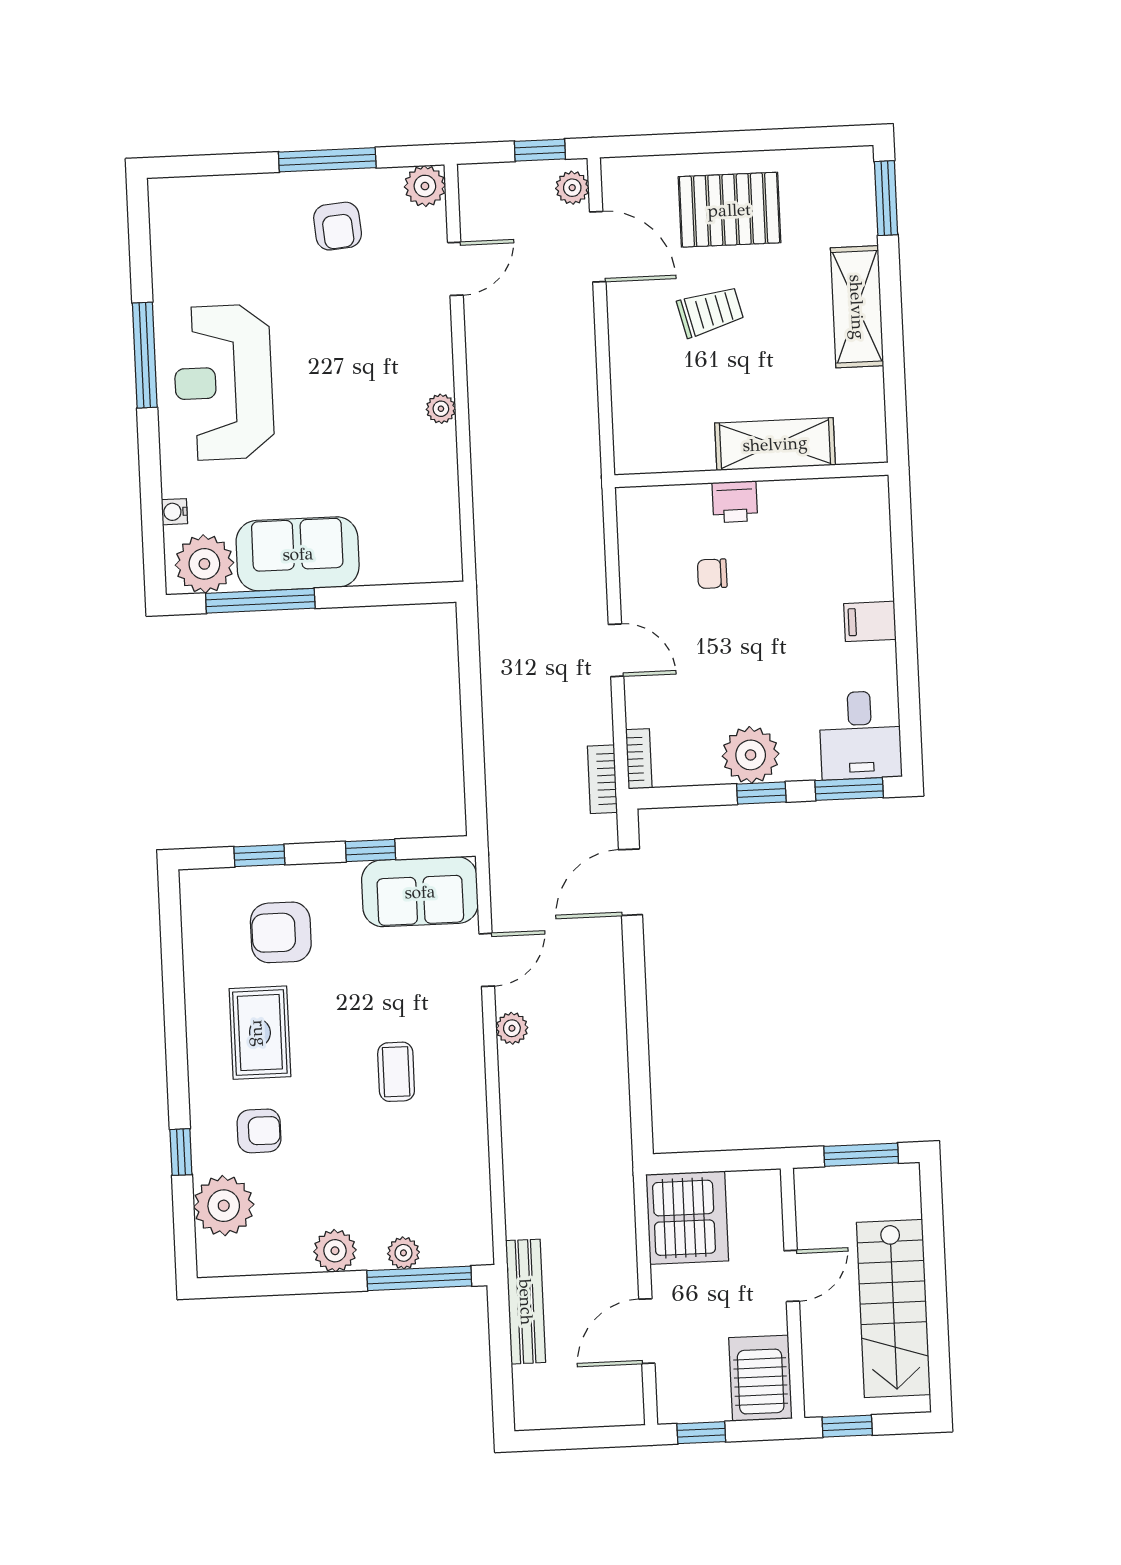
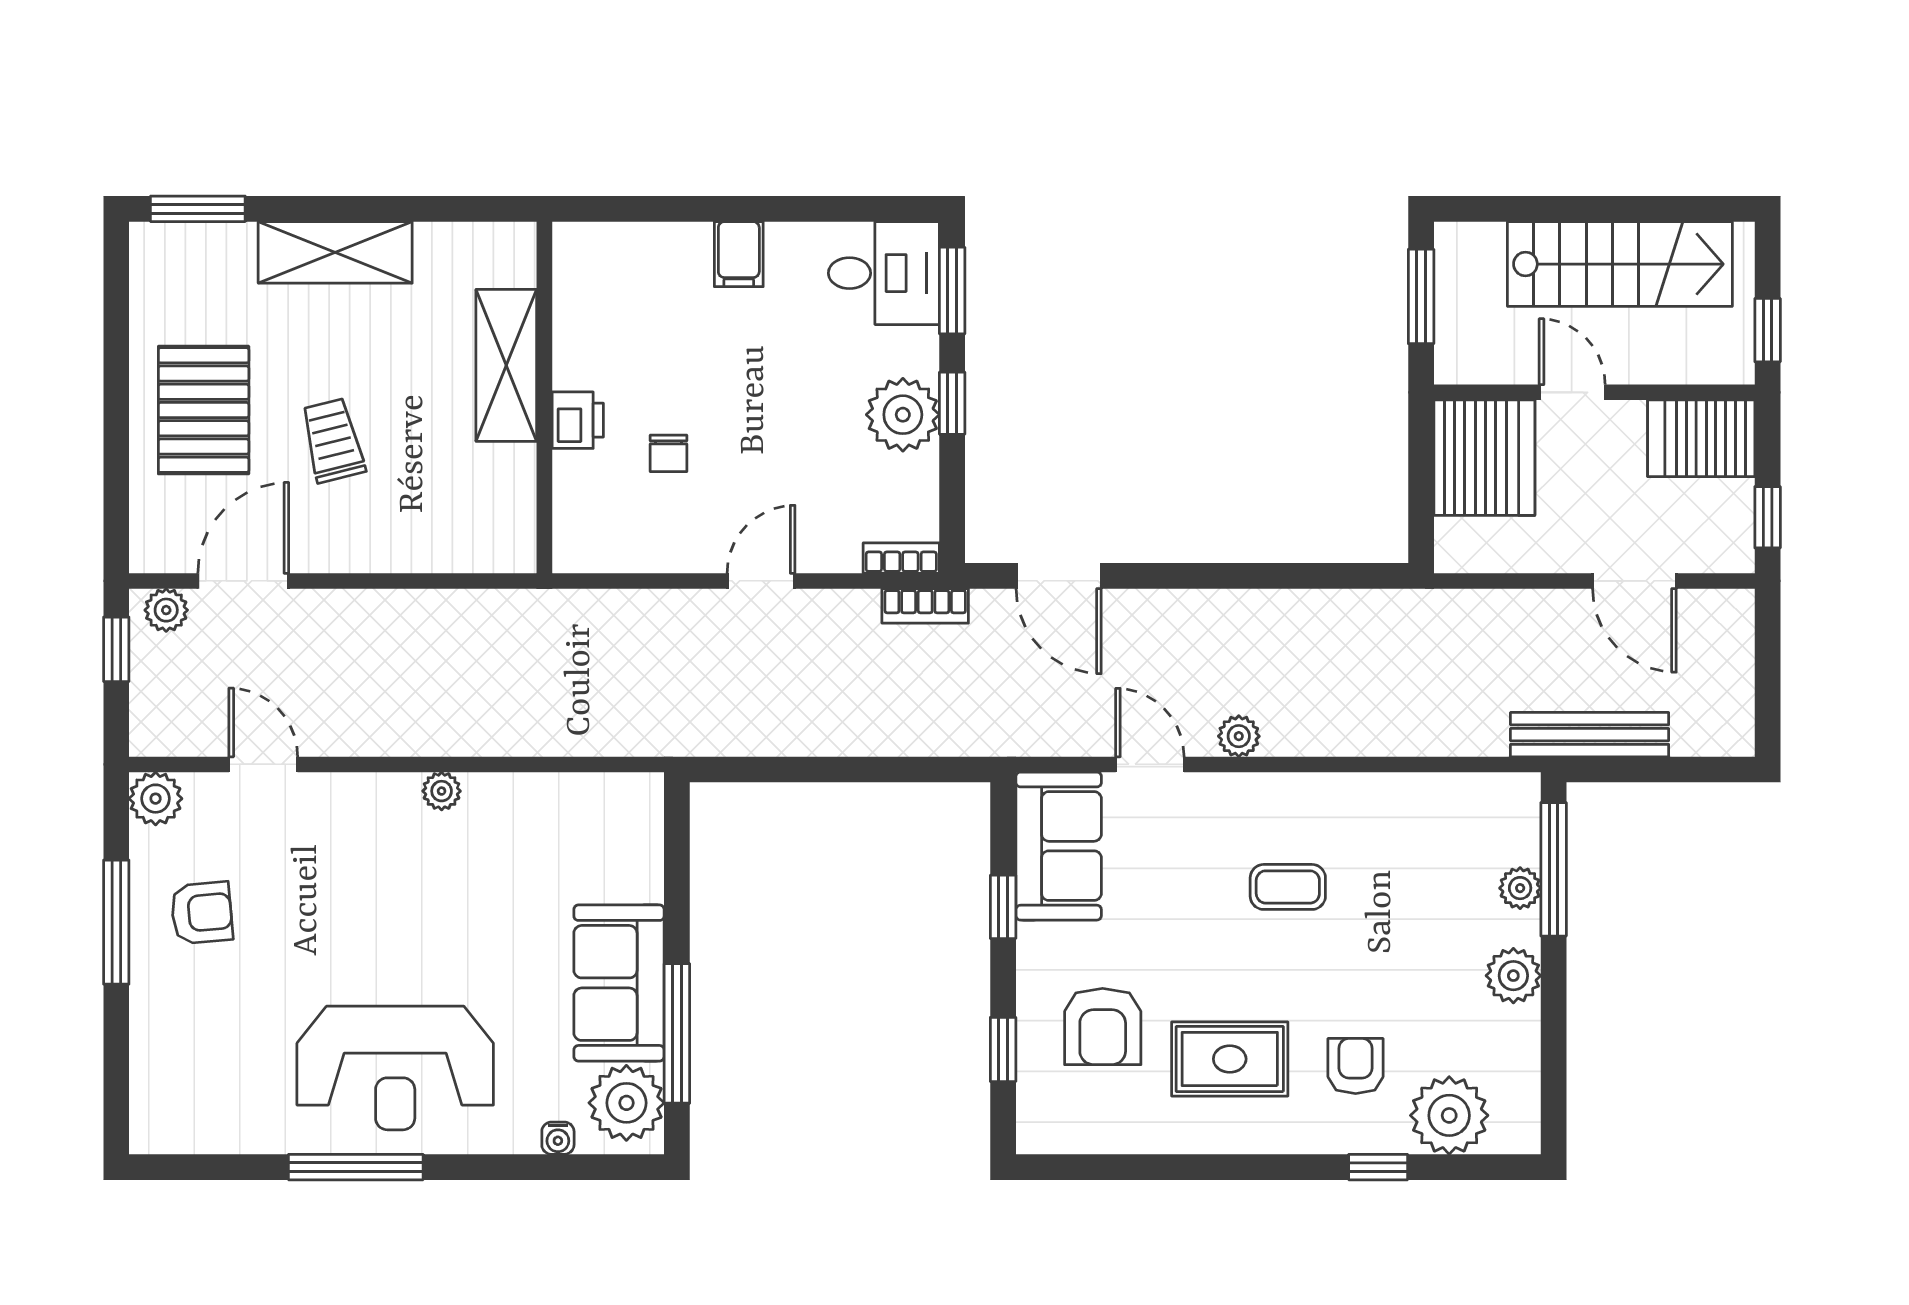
server rack: (687, 1218) -> (1484, 458), moved, turned 90

